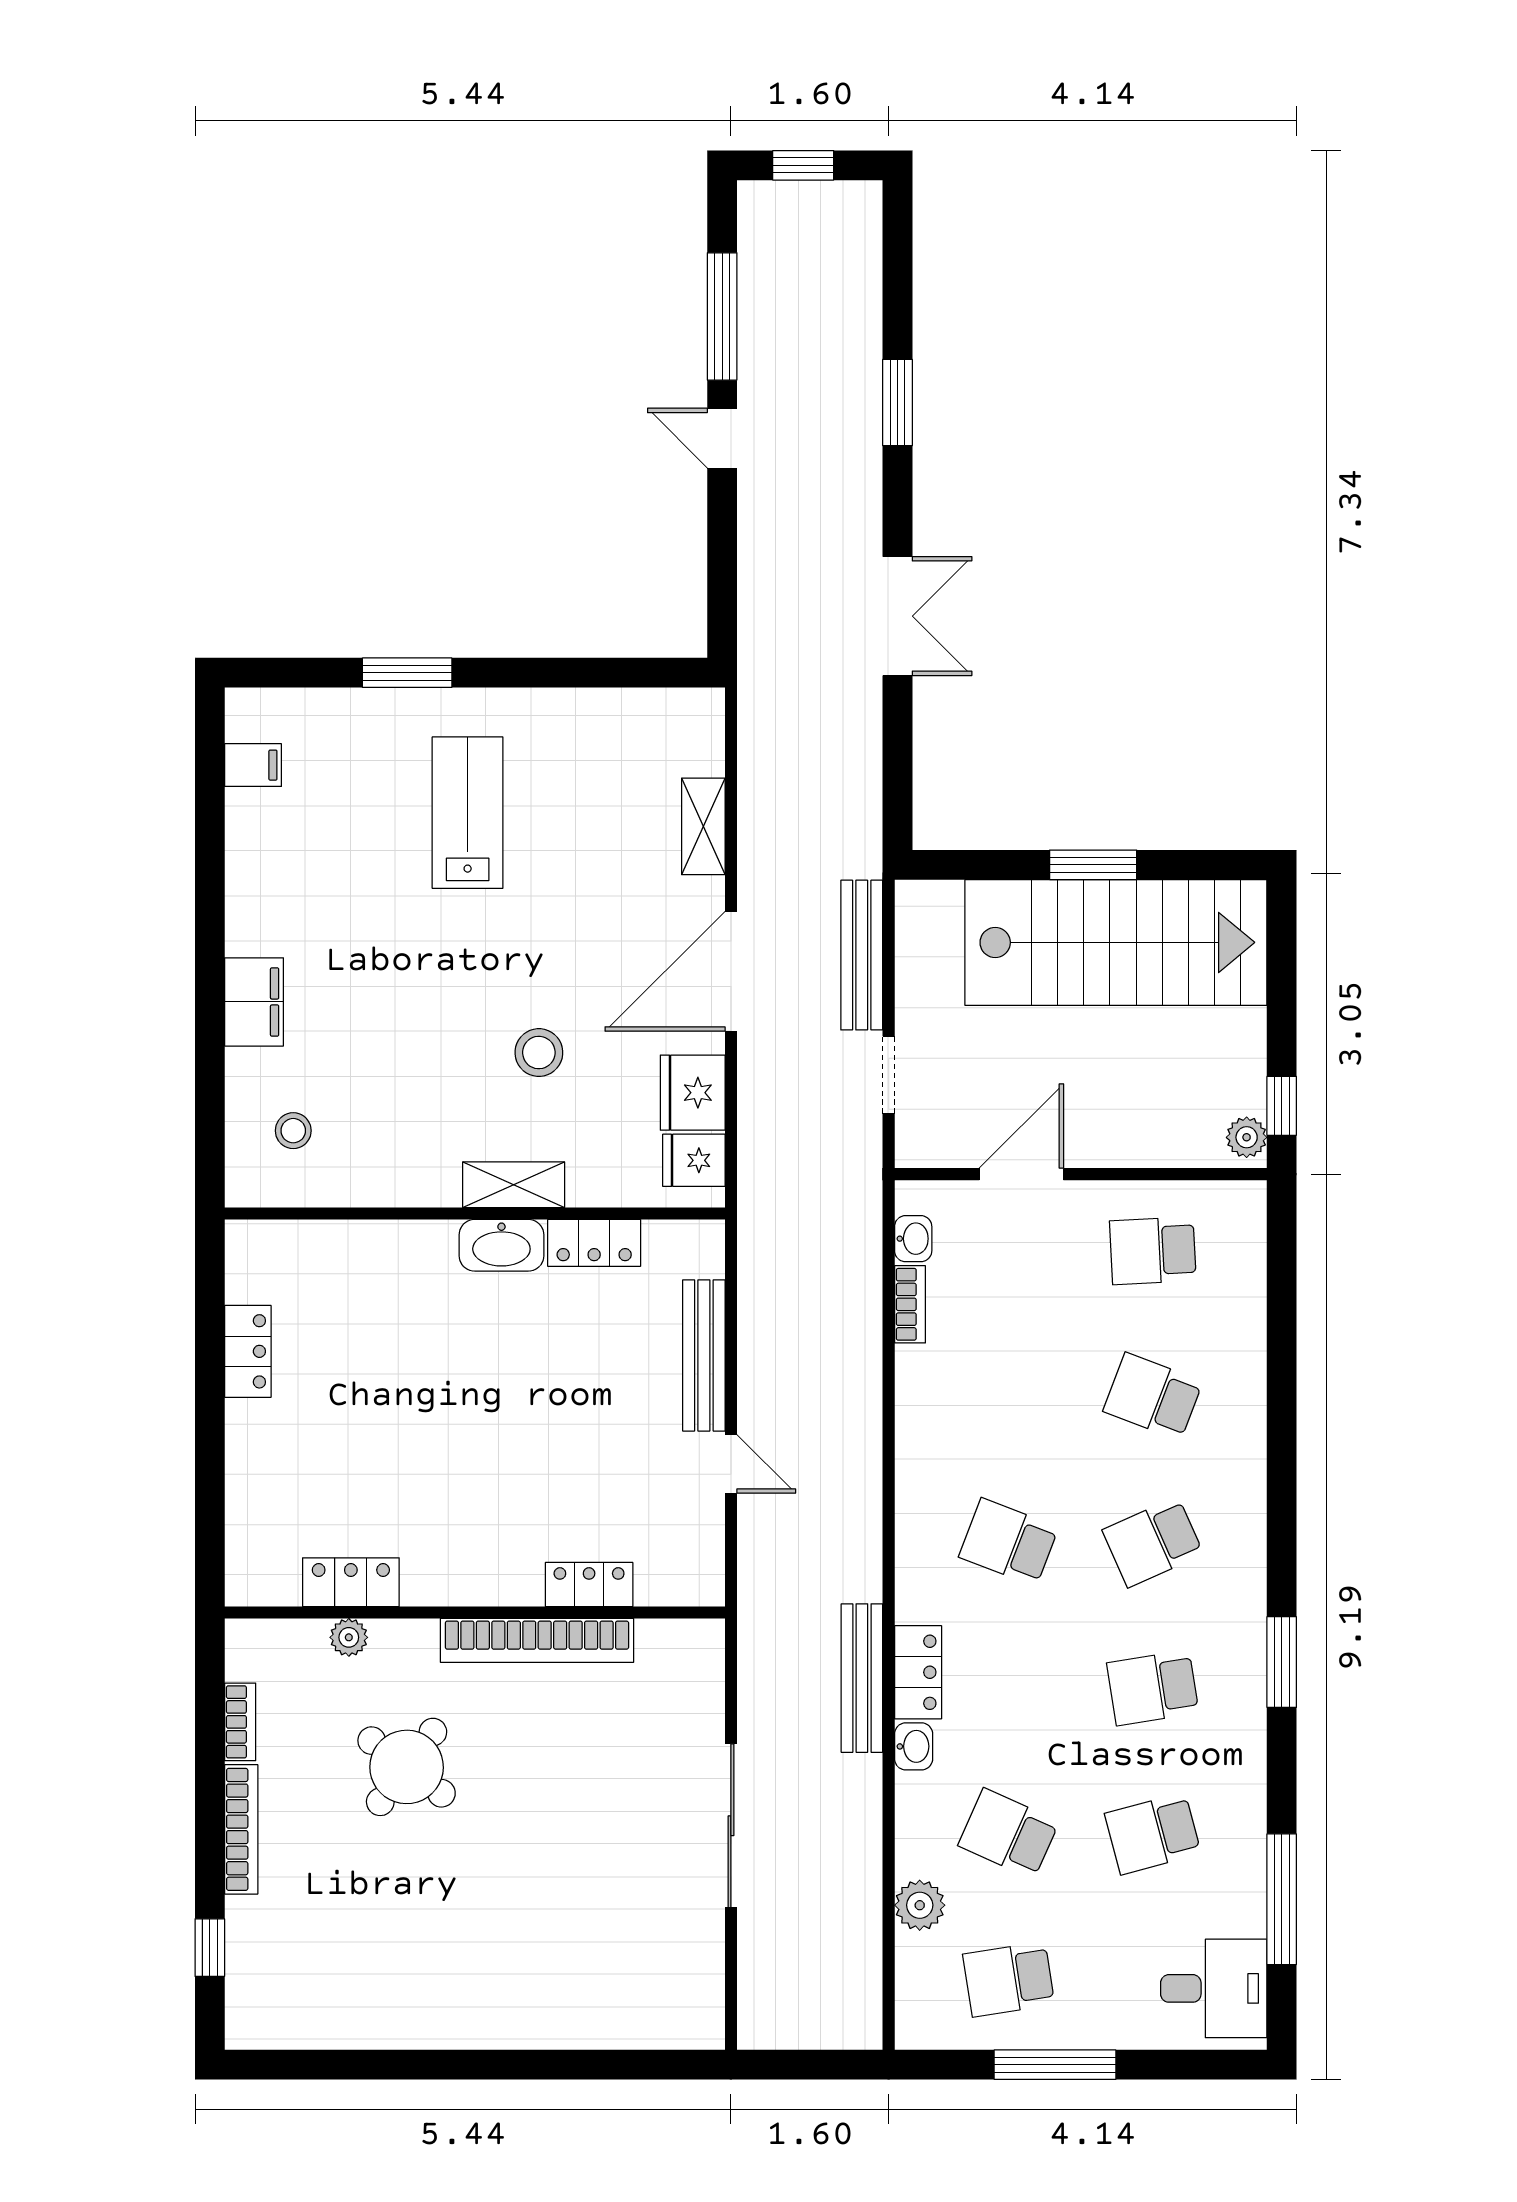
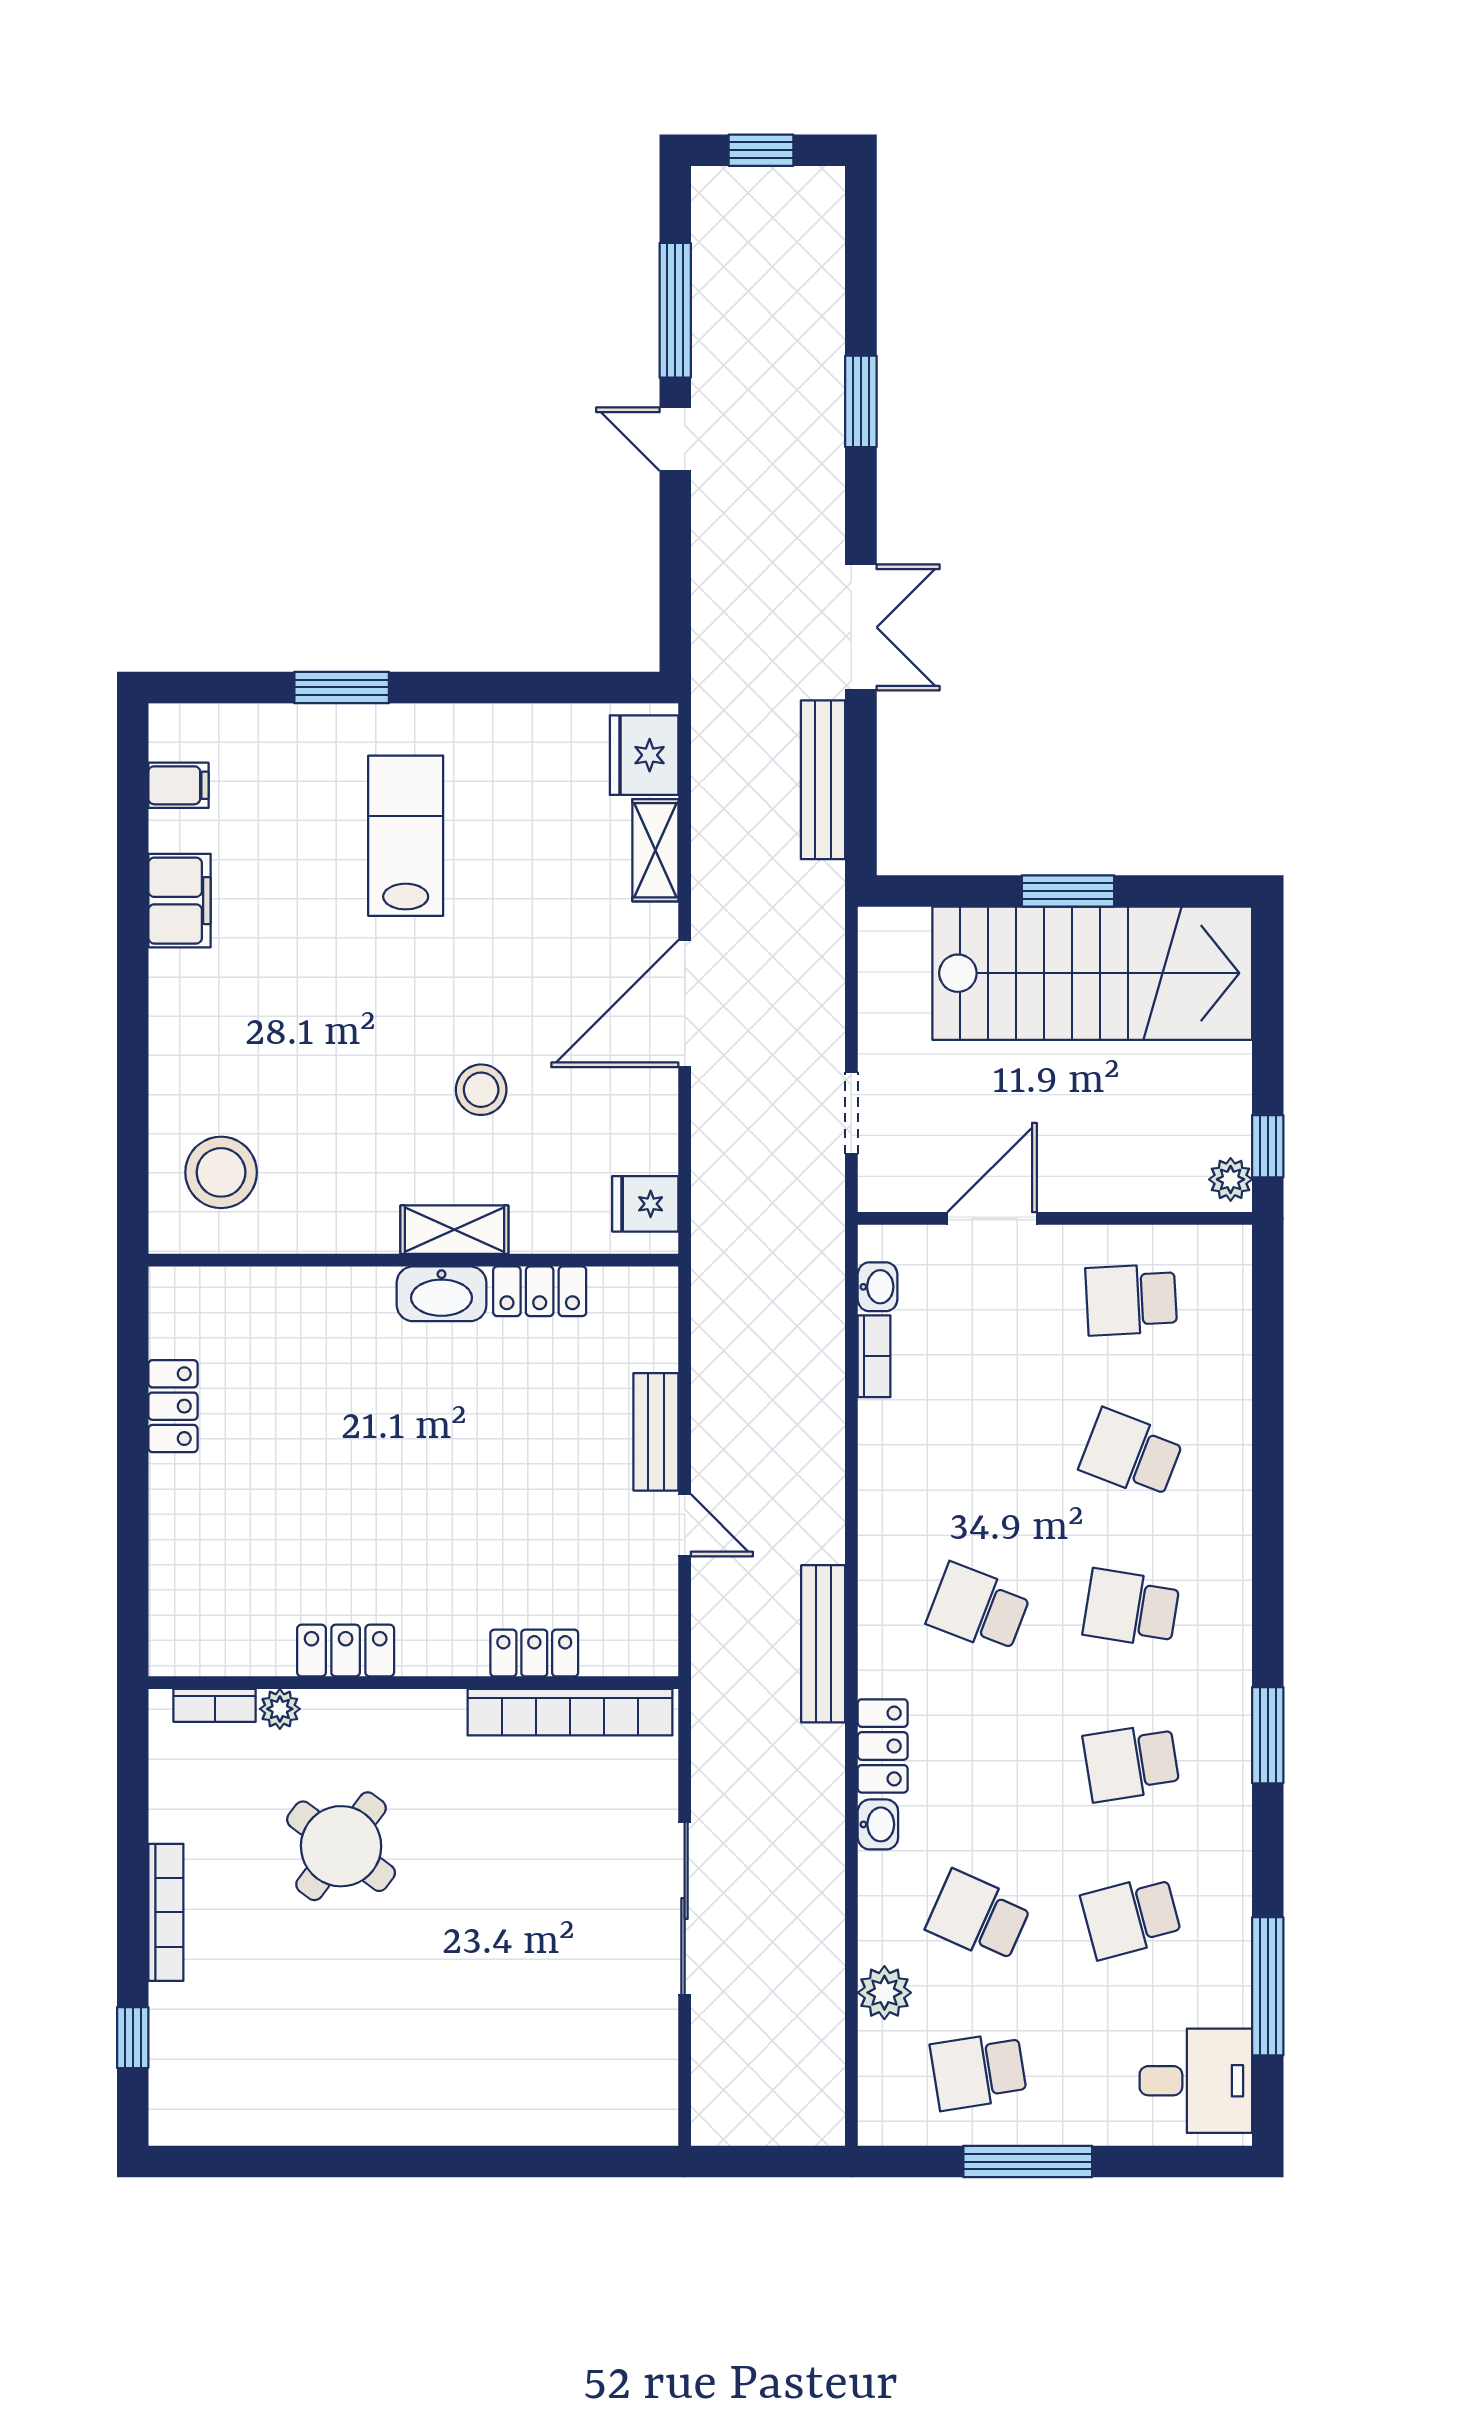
bench: (862, 955) -> (823, 780), moved
filing cabinet: (254, 1002) -> (180, 901), moved
fridge: (693, 1093) -> (644, 755), moved
stool: (293, 1131) -> (221, 1172), width x1.89, depth x1.89
bench: (704, 1355) -> (656, 1432), width x0.73
school desk: (1153, 1542) -> (1131, 1608), turned 33
locker: (351, 1582) -> (346, 1651), moved
bookcase: (537, 1640) -> (570, 1712), moved
bench: (862, 1678) -> (823, 1644), moved
bookcase: (240, 1722) -> (215, 1705), moved, turned 90

